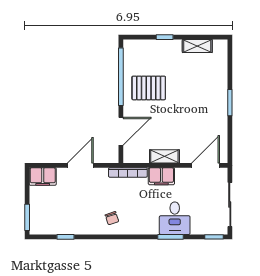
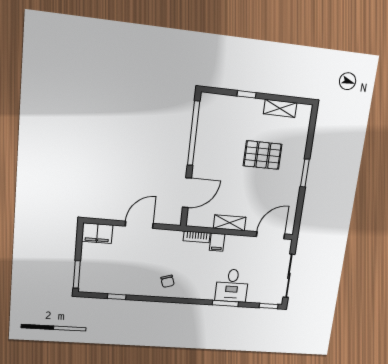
pallet: (149, 88) -> (263, 155), moved
bookcase: (128, 172) -> (197, 237), width x0.64
filing cabinet: (161, 176) -> (217, 242), width x0.50

